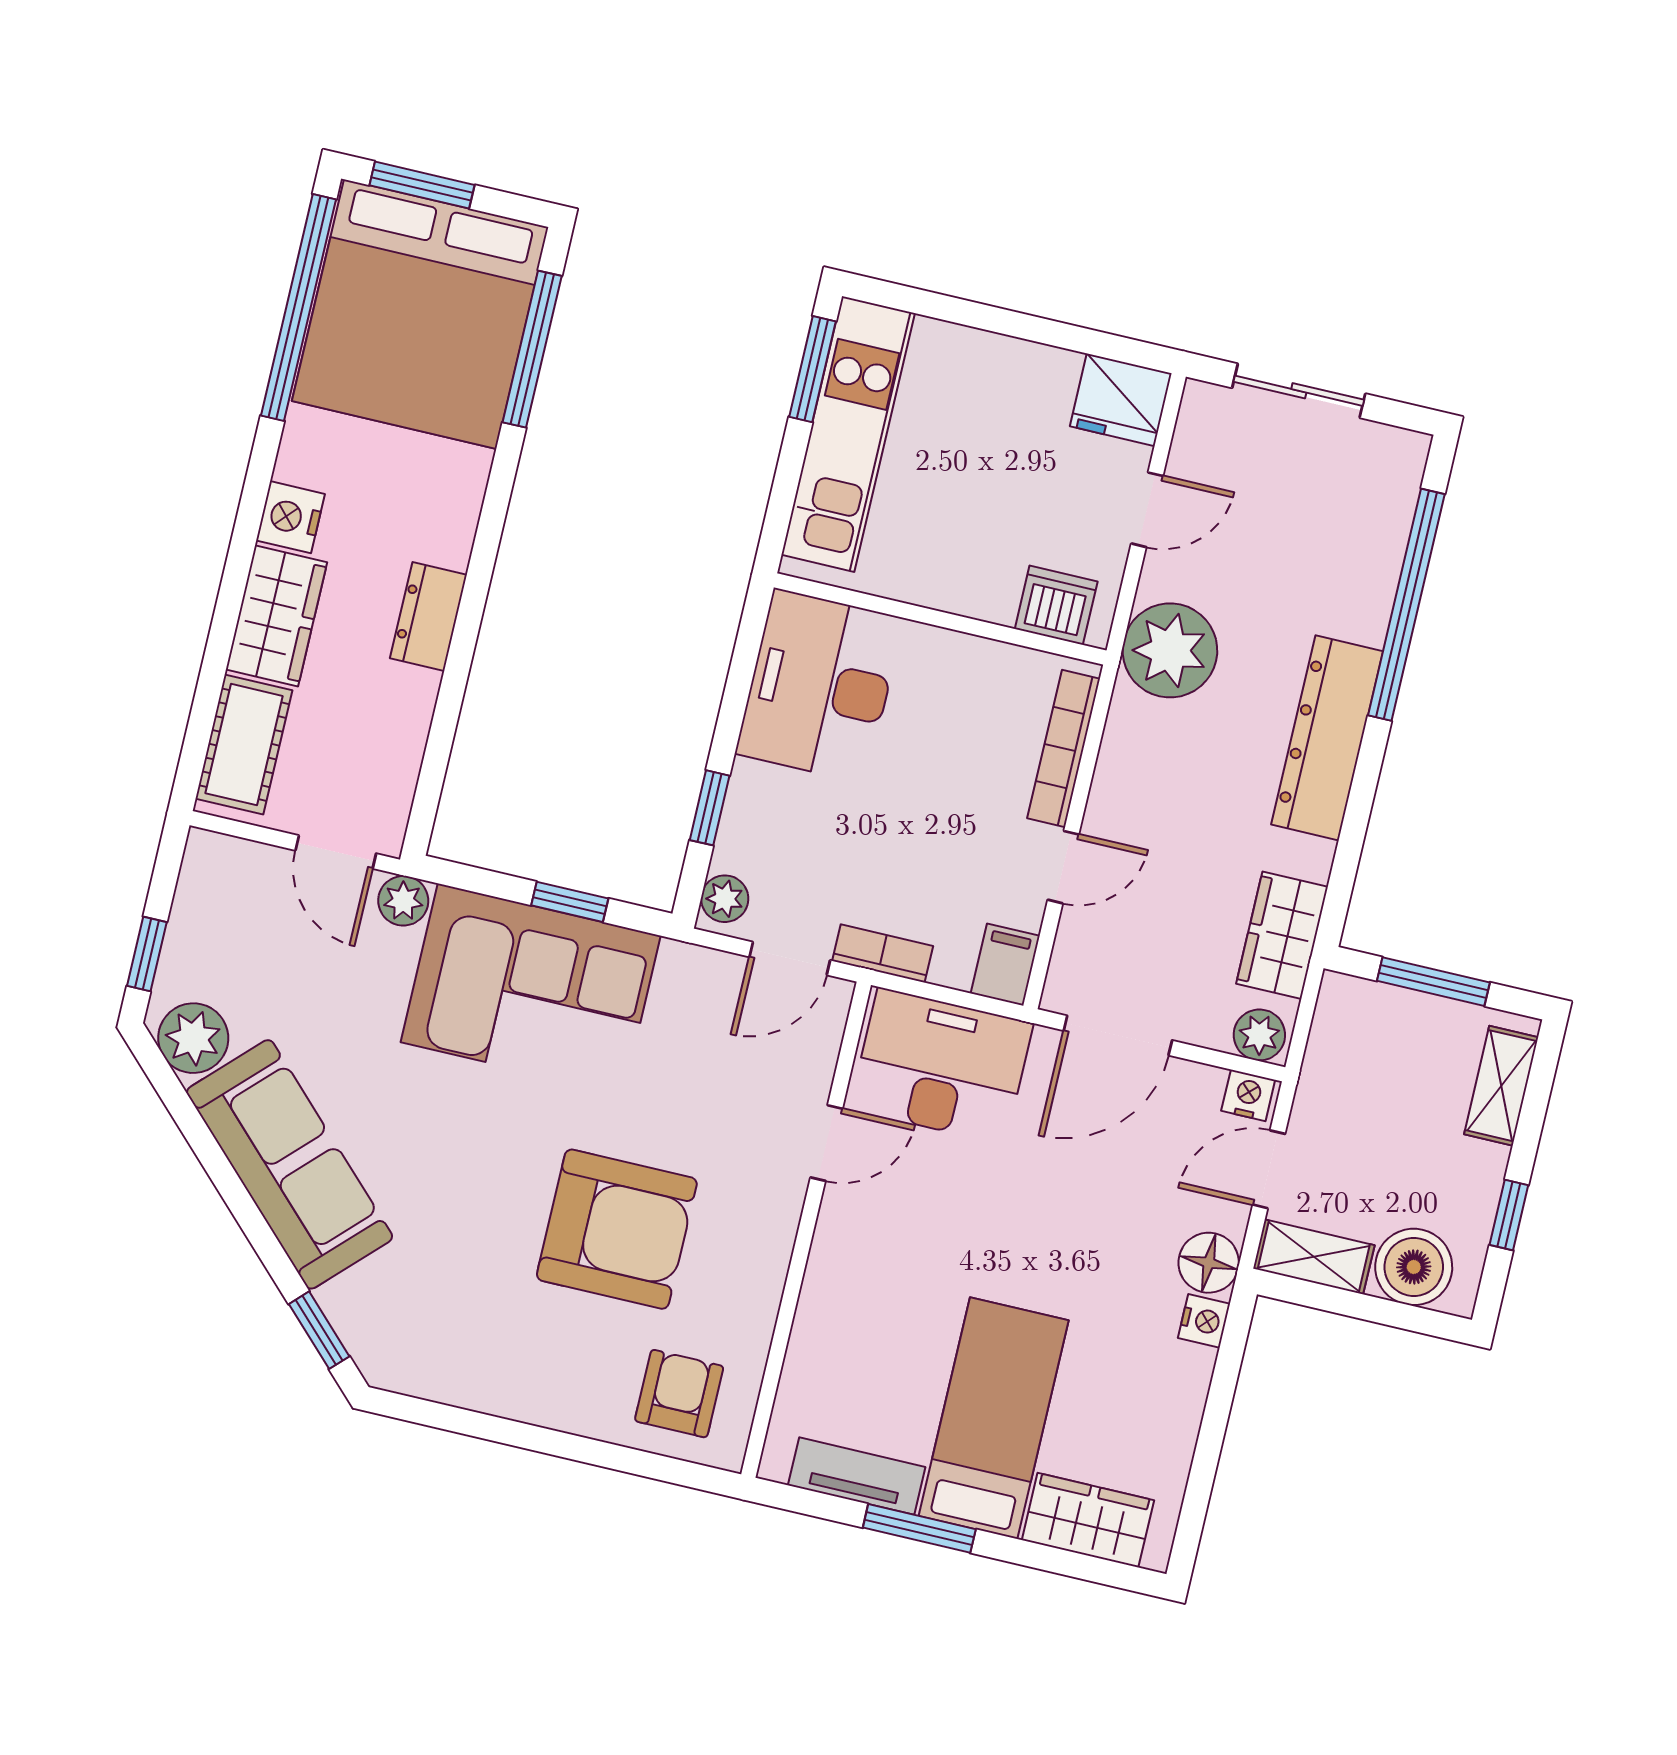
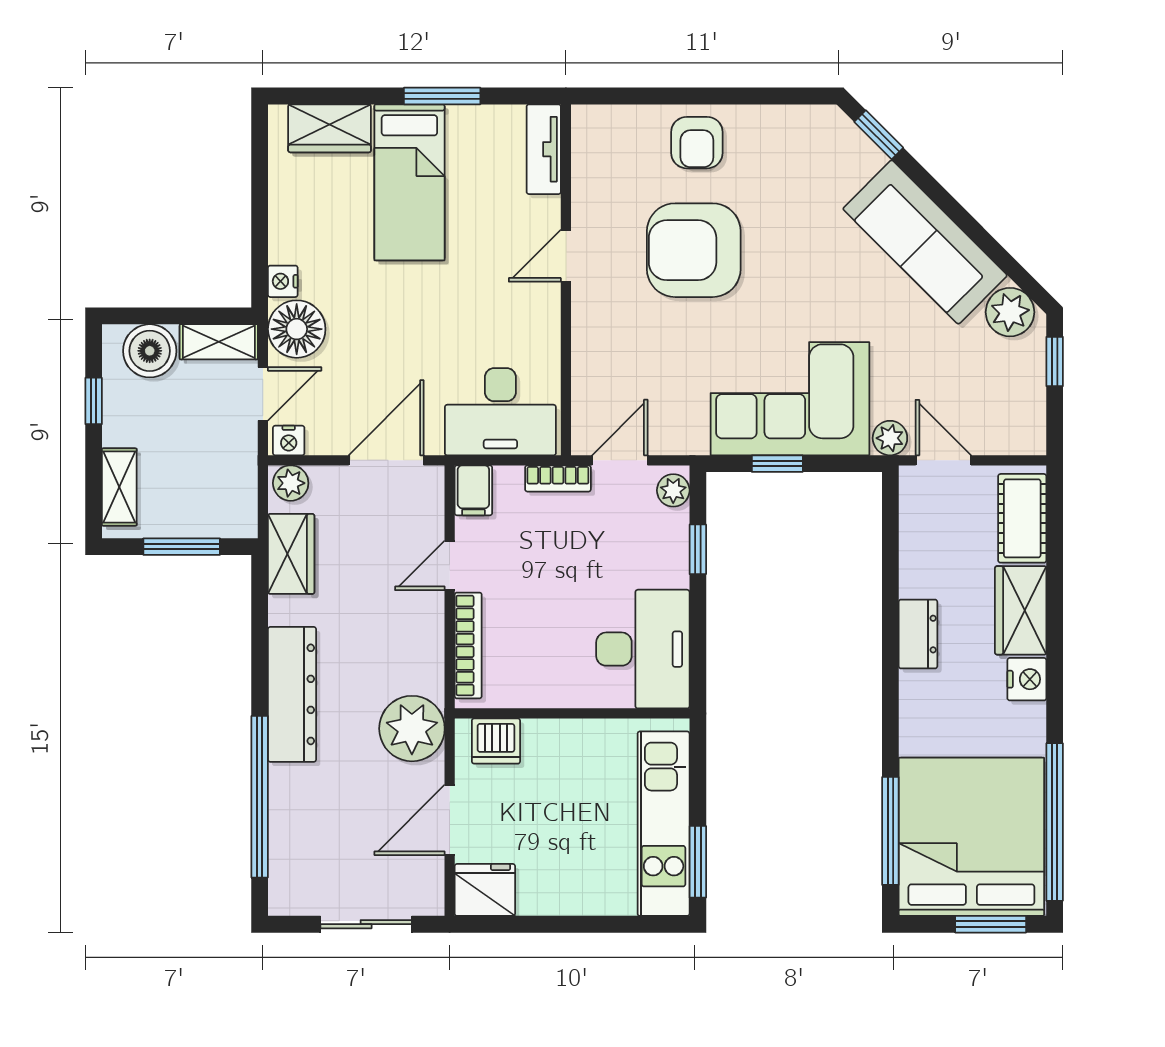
door: (1147, 510) -> (450, 820), width x1.38
door: (826, 1143) -> (566, 256), moved
floor lamp: (1209, 1263) -> (297, 329), width x1.38, depth x1.38
armchair: (679, 1394) -> (697, 143), moved
tv unit: (857, 1476) -> (544, 149), moved, turned 90

